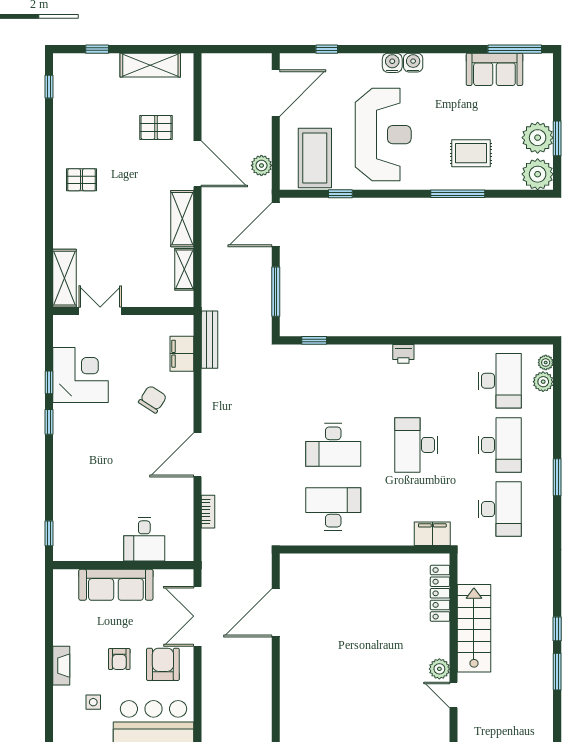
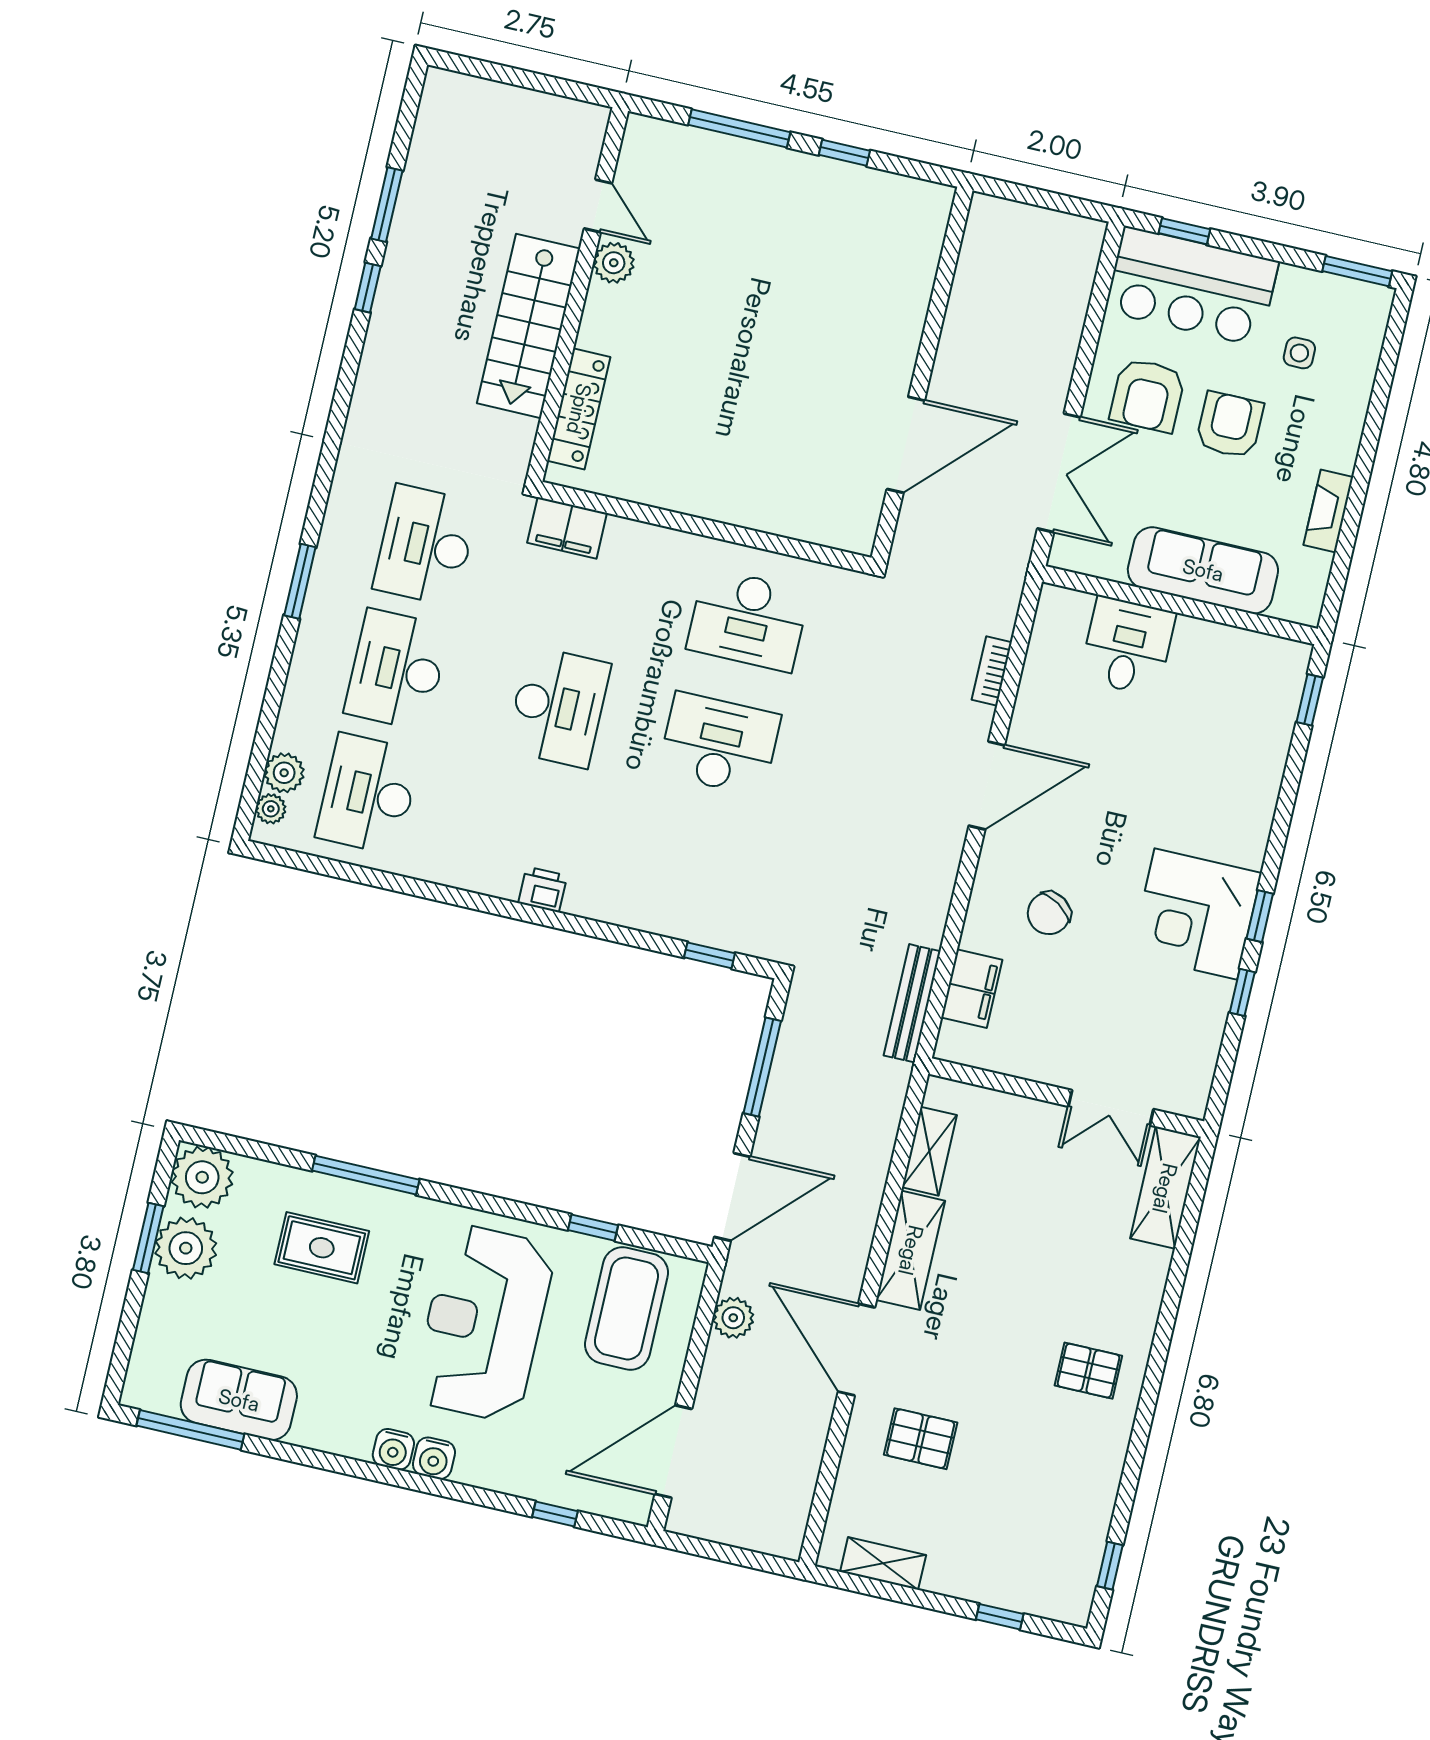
shelving: (150, 65) -> (883, 1563), width x0.67, depth x0.75
corner desk: (80, 375) -> (1196, 914), moved
armchair: (119, 659) -> (1230, 425), width x1.38, depth x1.38
fireplace: (61, 666) -> (1328, 511), moved

